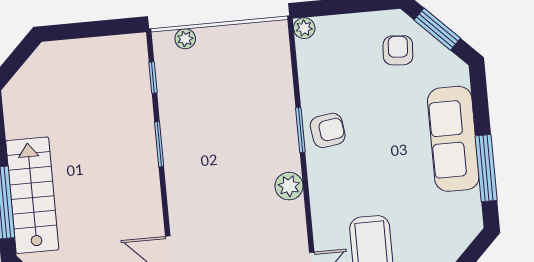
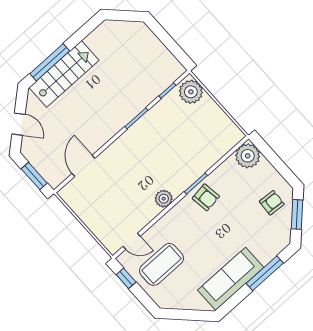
plant: (304, 28) -> (248, 156), width x1.87, depth x1.87
plant: (185, 39) -> (191, 92), width x1.87, depth x1.87
sofa: (453, 139) -> (231, 279), moved
window: (486, 168) -> (265, 273), moved

